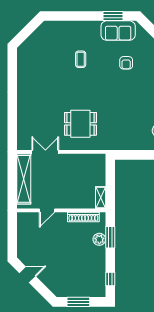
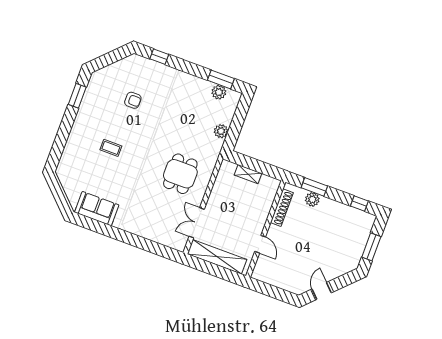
sofa: (118, 31) -> (97, 209), moved, turned -90
plant: (128, 144) -> (221, 131), added
shelving: (101, 198) -> (248, 174), moved

